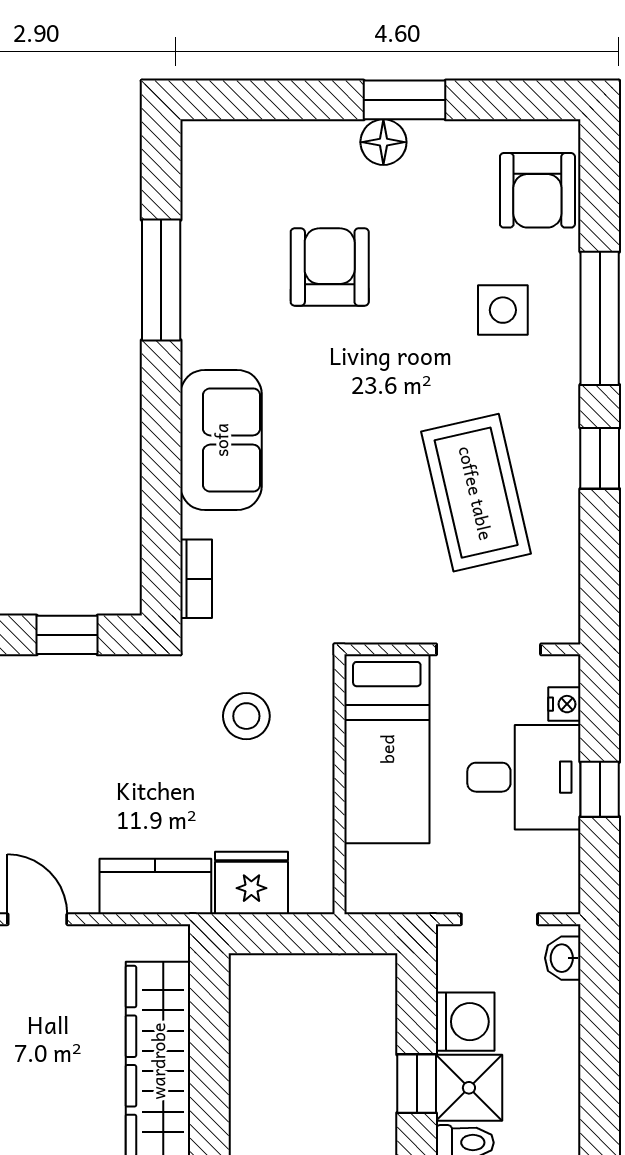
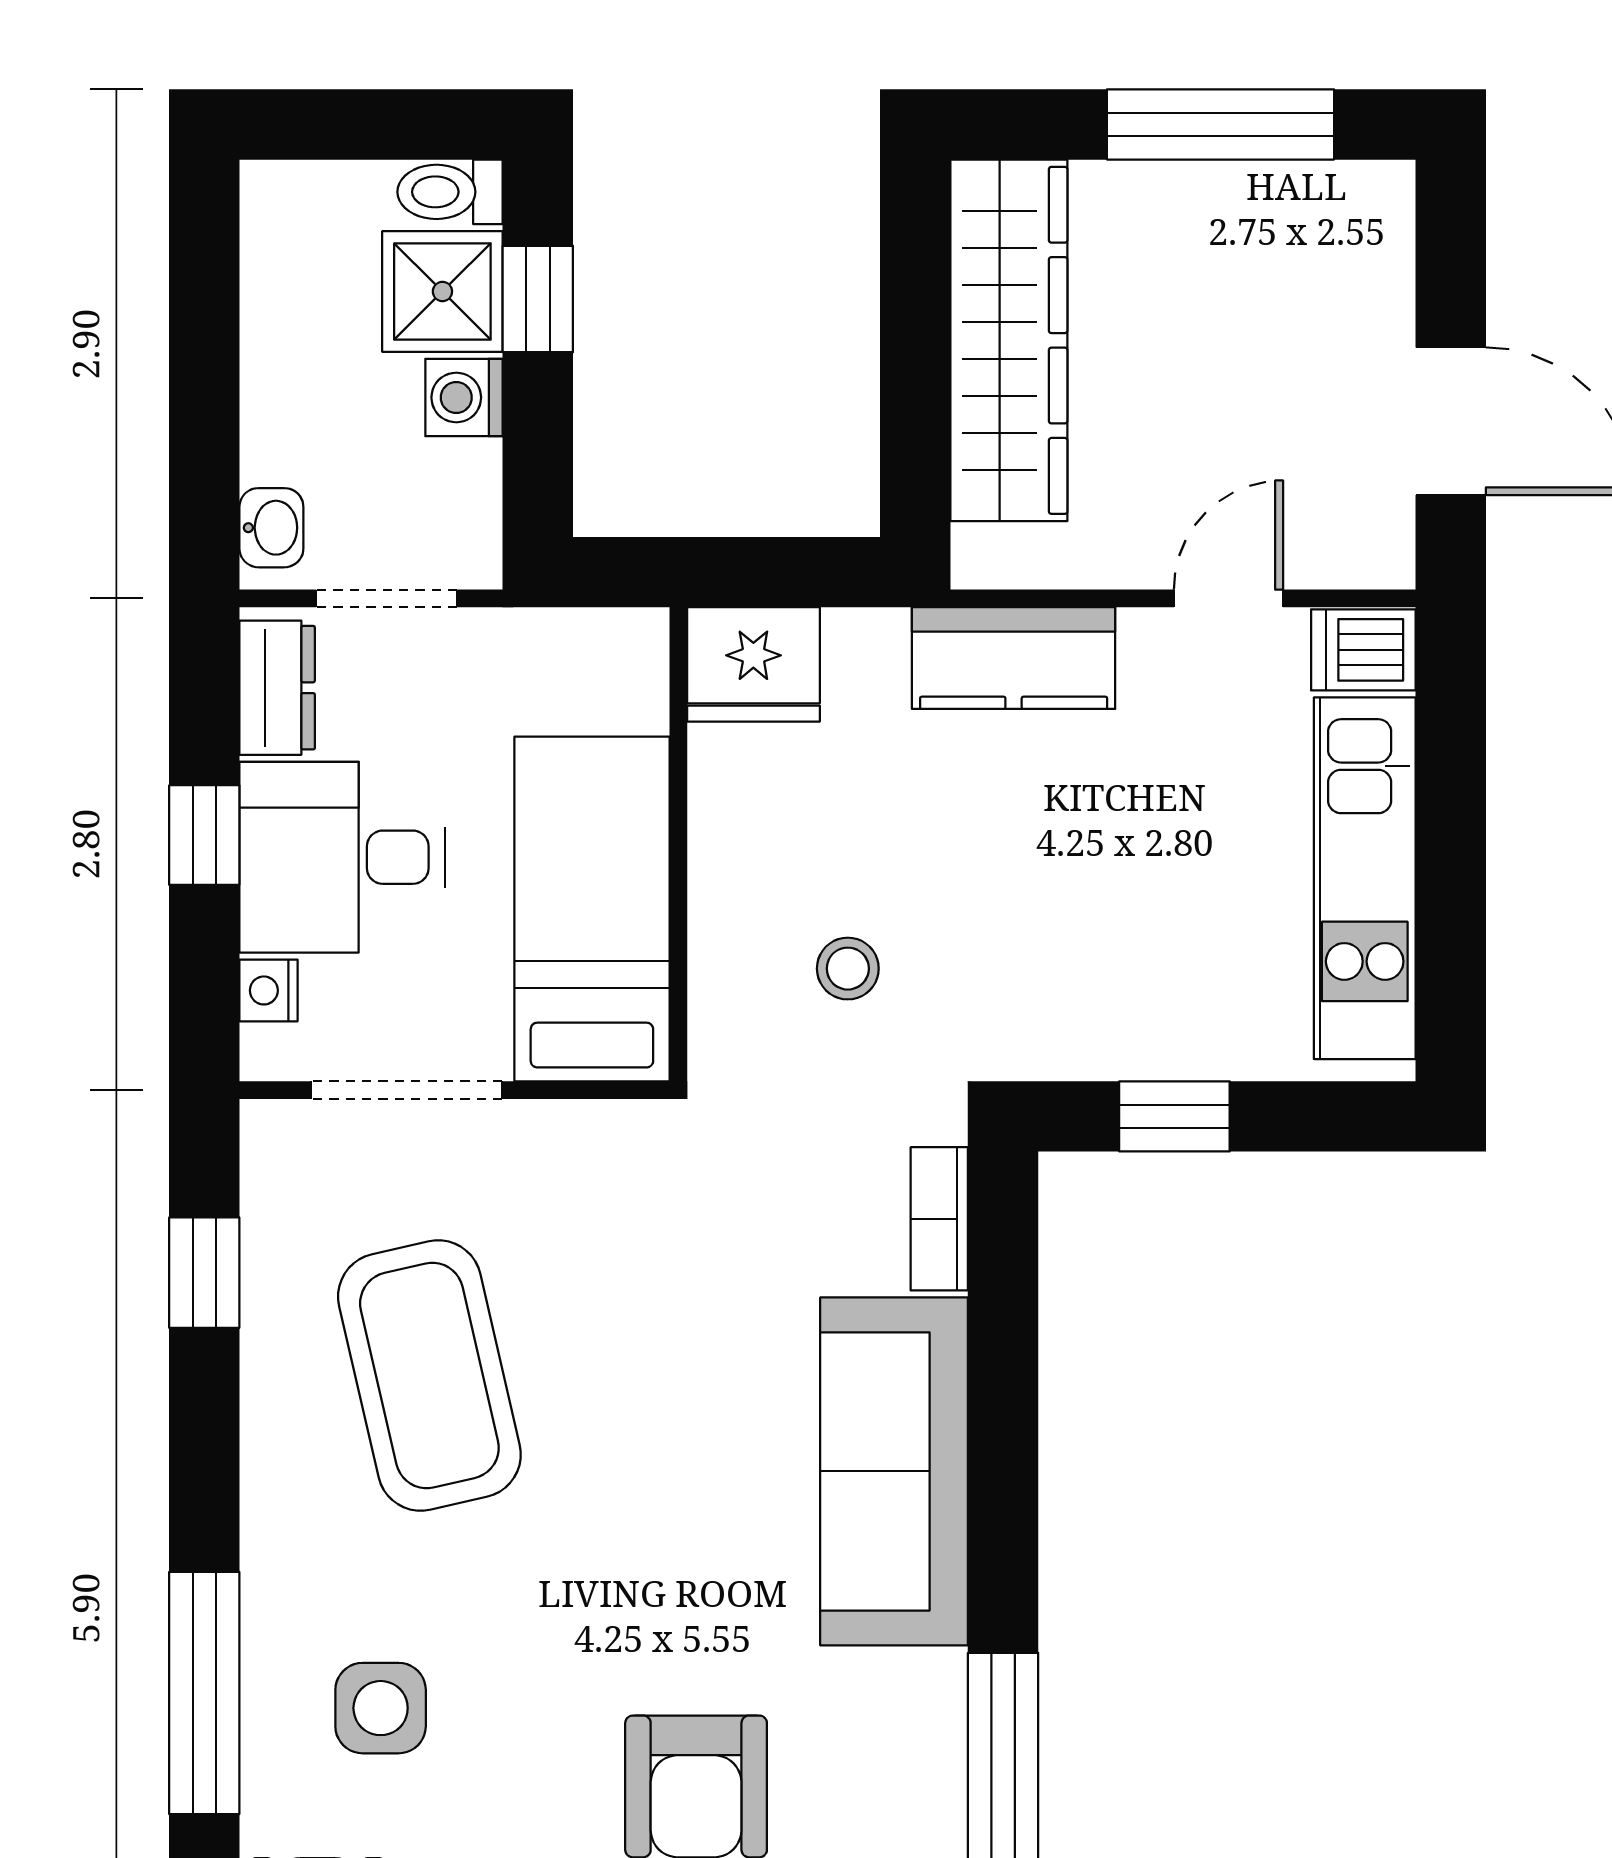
sofa: (221, 440) -> (894, 1471), width x1.36
window: (600, 458) -> (204, 1273), moved
stool: (246, 716) -> (848, 969), width x0.73, depth x0.73
dresser: (560, 870) -> (277, 688), added
fridge: (251, 883) -> (753, 664), moved
door: (37, 919) -> (1228, 598), swing flipped
washing machine: (465, 1022) -> (464, 397), width x0.73, depth x0.73

